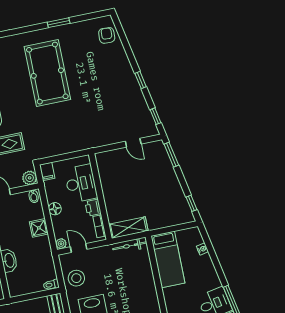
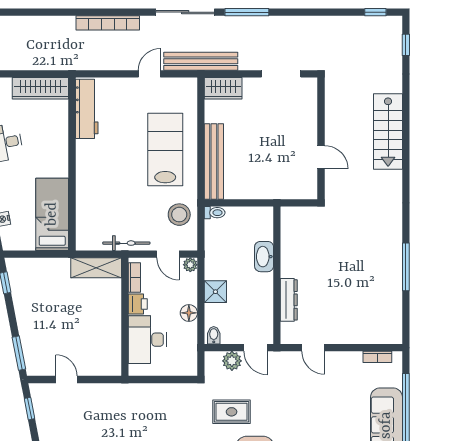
filing cabinet: (47, 171) -> (189, 365), removed
plant: (30, 178) -> (232, 361), moved
bicycle: (130, 246) -> (126, 243), moved

